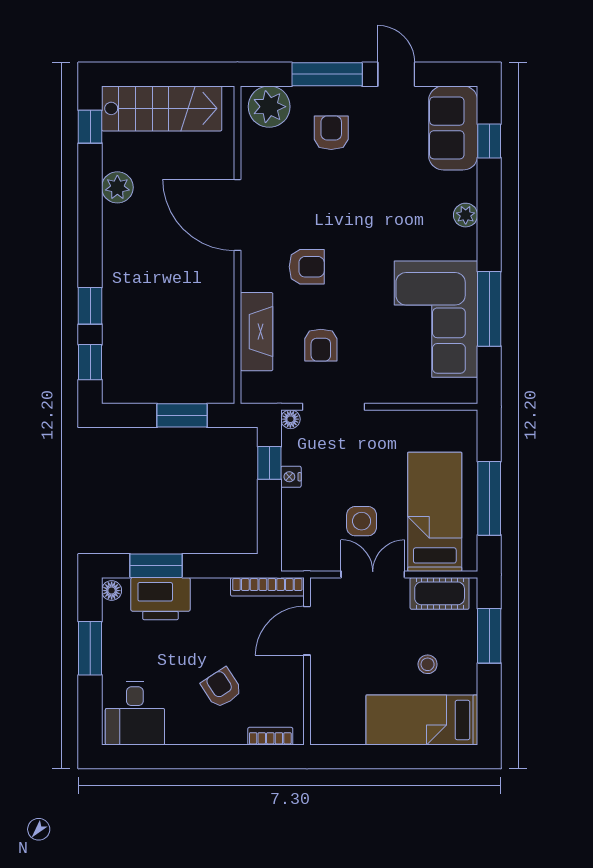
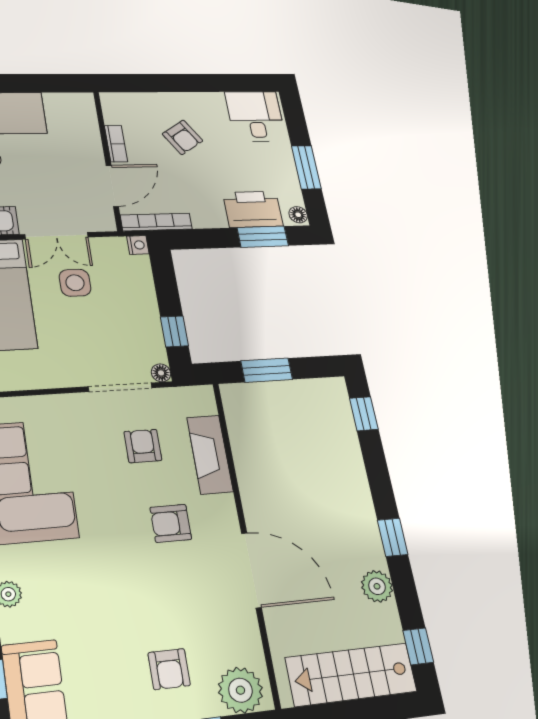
window: (90, 306) -> (393, 537), moved
nightstand: (291, 477) -> (138, 245), moved
bookcase: (270, 736) -> (116, 144), moved, turned -90

